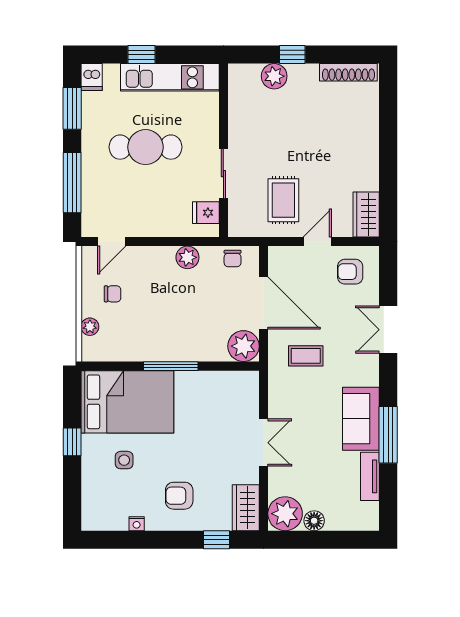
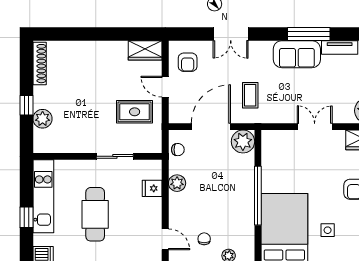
fridge: (206, 213) -> (152, 188), moved, turned 90
window: (171, 366) -> (258, 196), width x1.46

